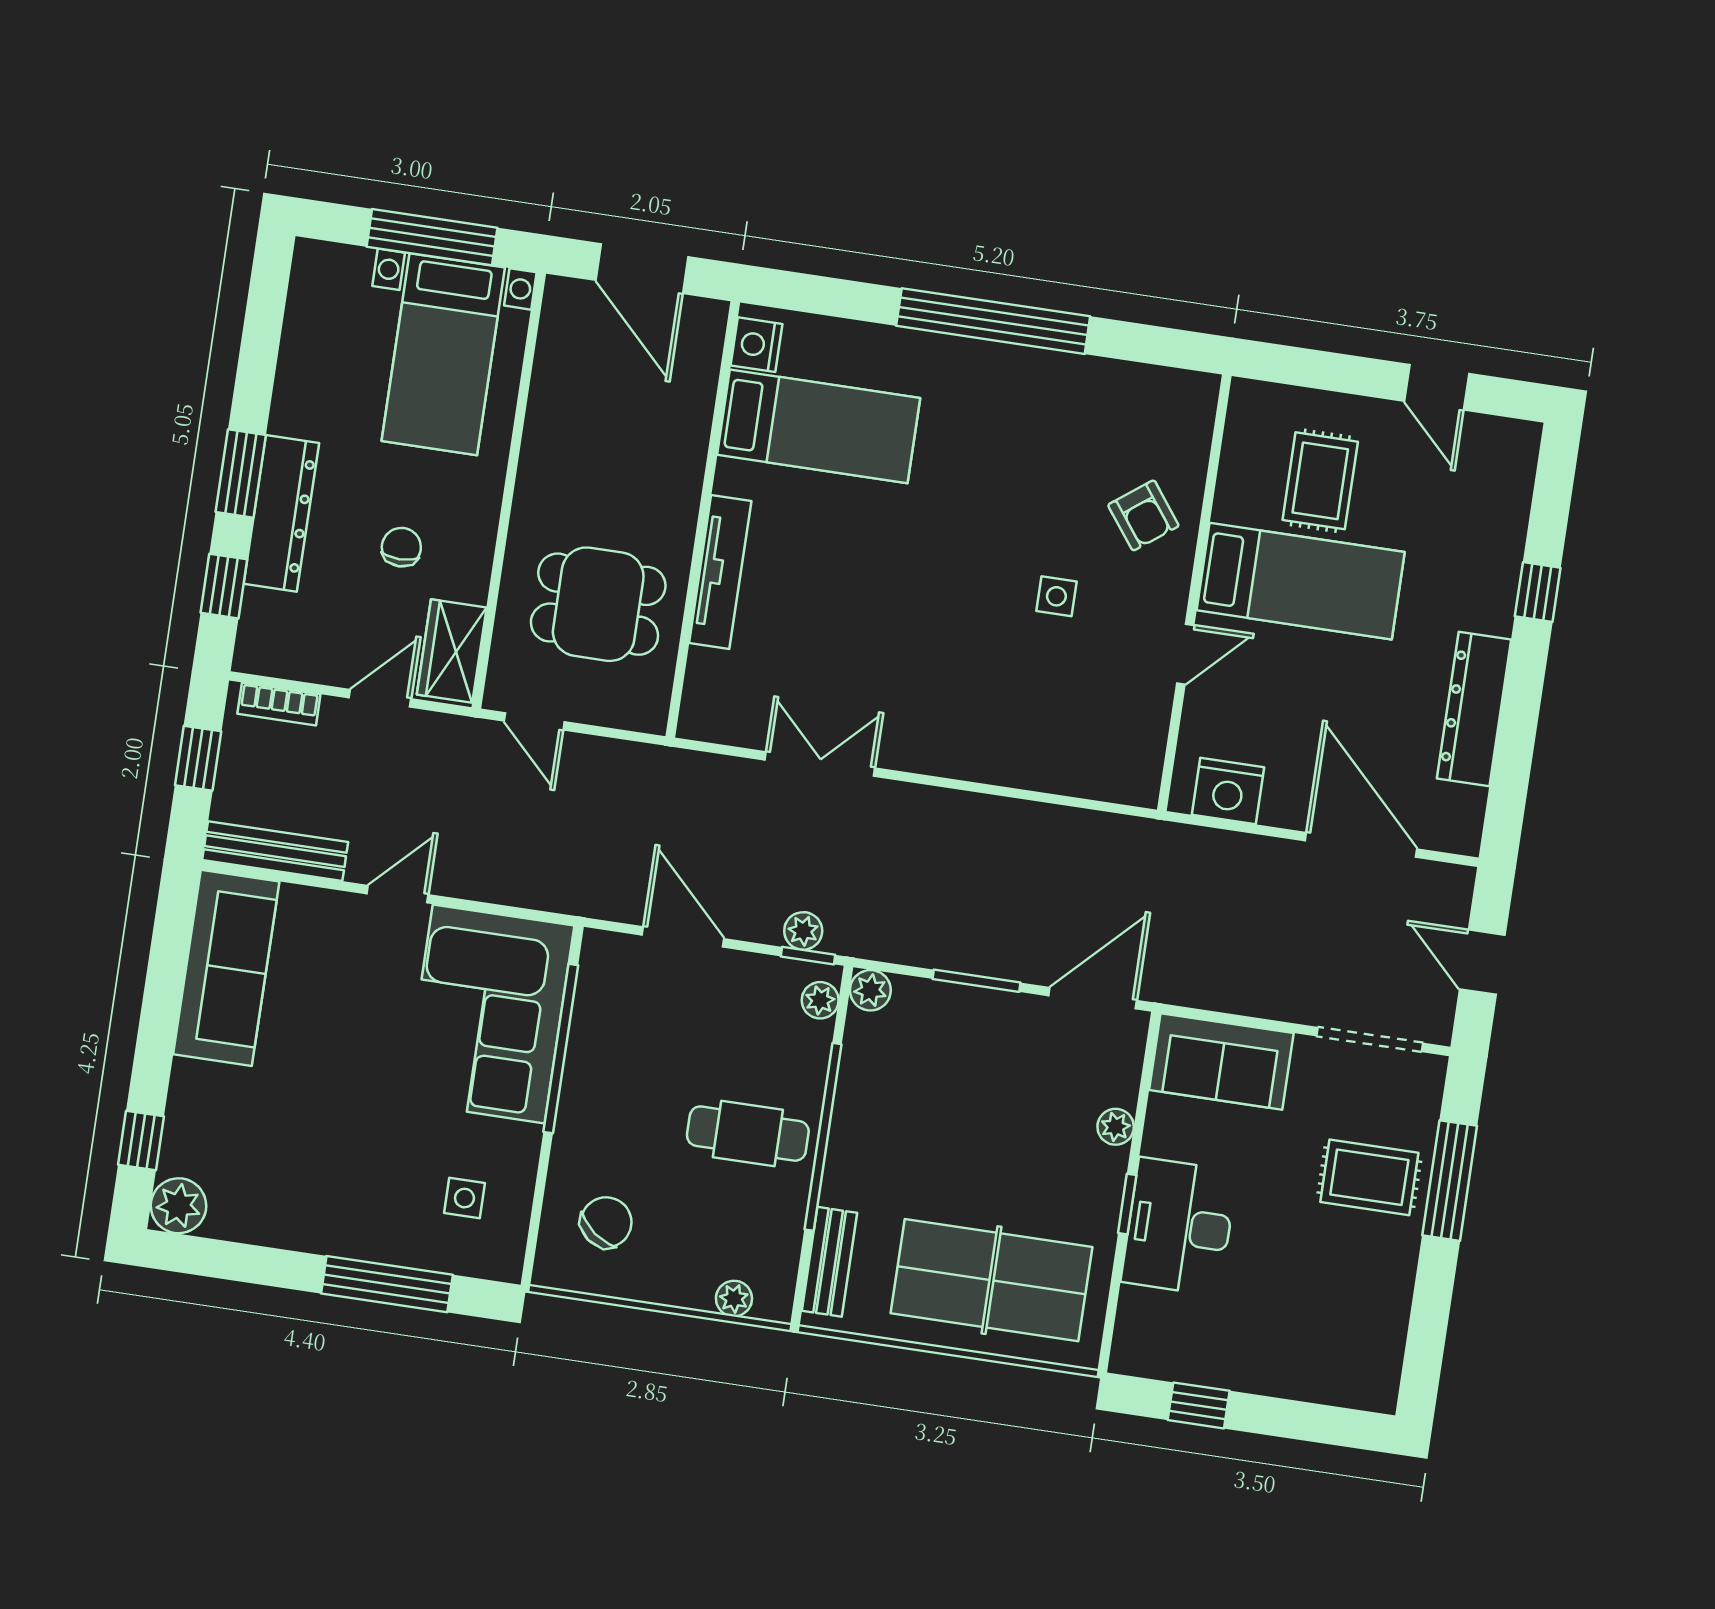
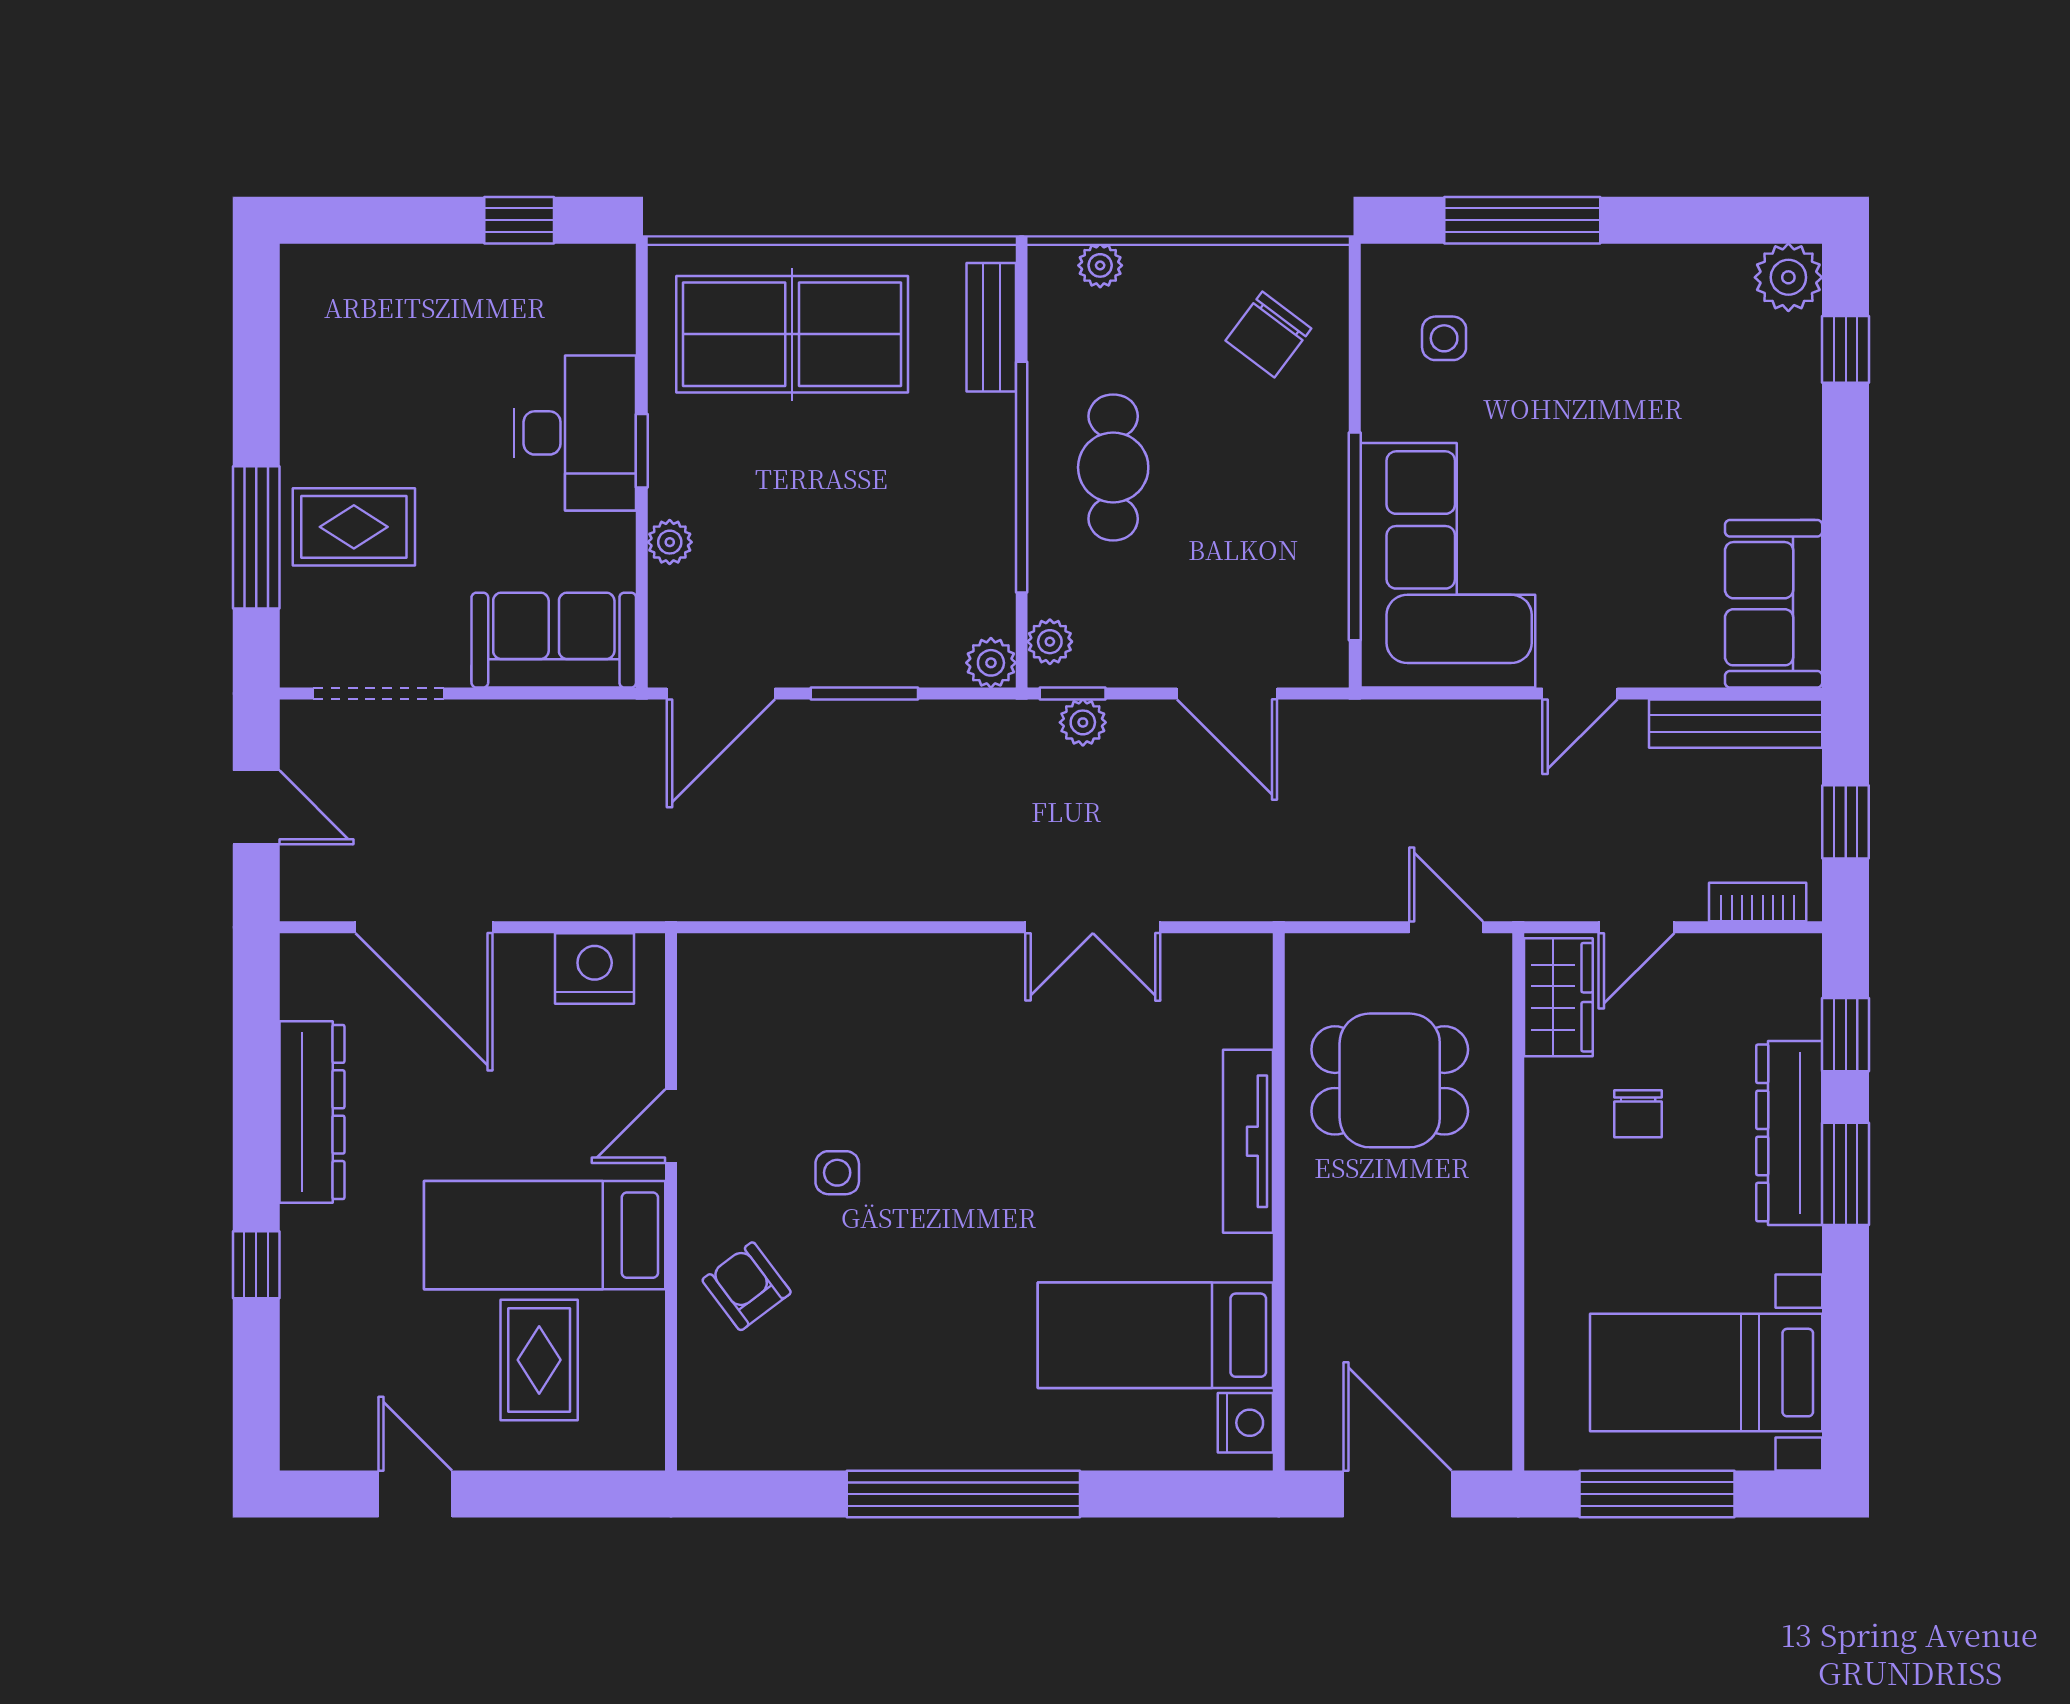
bed with nightstands: (443, 354) -> (1706, 1373), moved, turned -90
sofa: (226, 968) -> (1774, 604), width x0.73
cafe table: (748, 1134) -> (1113, 467), turned 90

